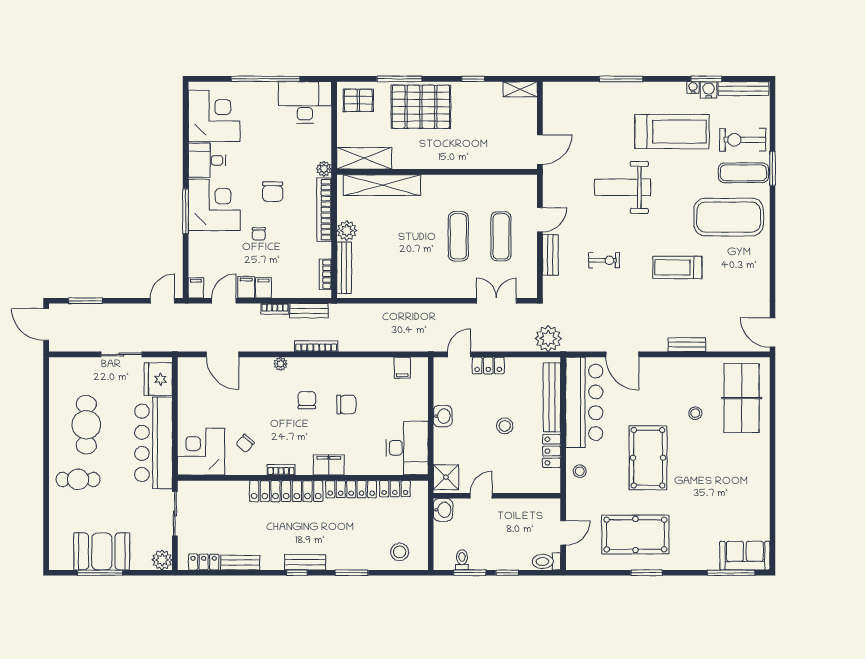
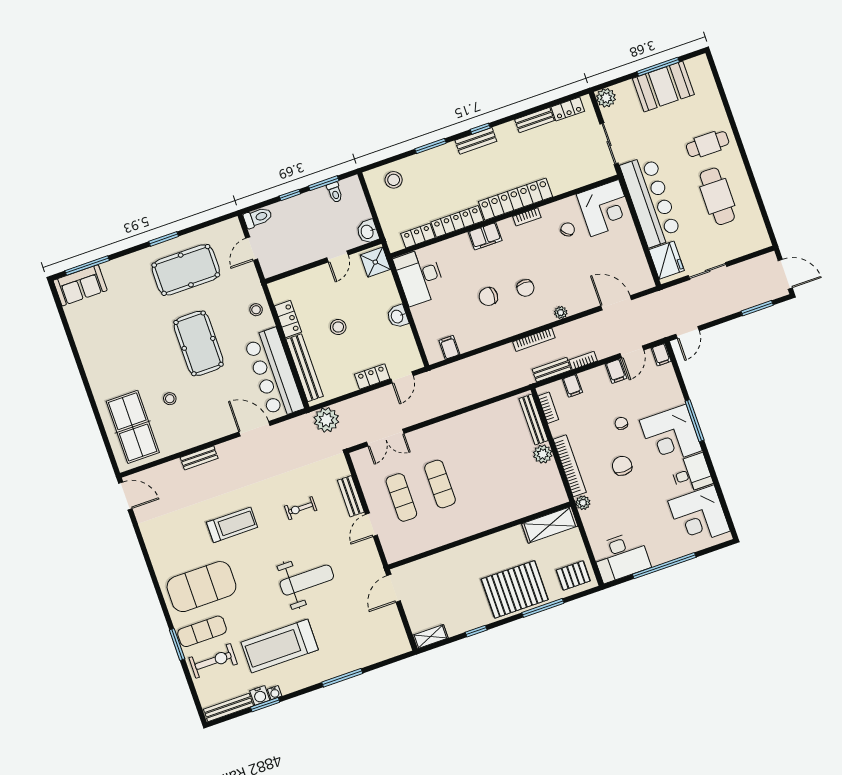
shelving: (382, 185) -> (525, 506), removed
filing cabinet: (263, 288) -> (572, 386), moved

